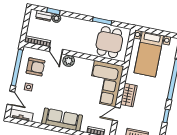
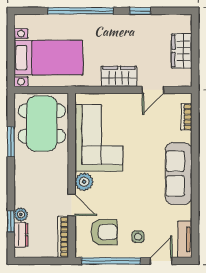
dining table: (109, 42) -> (42, 124), width x1.38
door: (56, 50) -> (72, 205), hinge flipped
armchair: (35, 67) -> (104, 232), turned 90
corner sofa: (105, 84) -> (99, 138), moved, turned -90
door: (116, 114) -> (153, 90), hinge flipped

